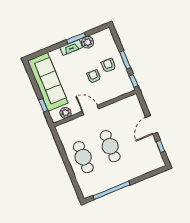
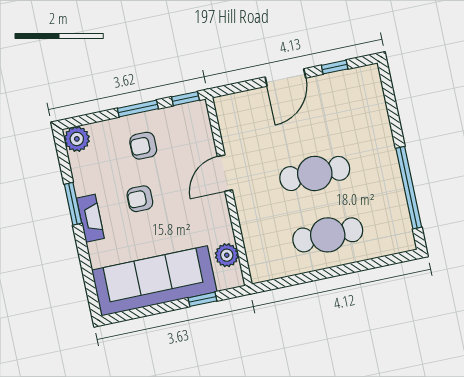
plant: (88, 42) -> (77, 139), moved
armchair: (94, 76) -> (140, 199), moved
door: (90, 110) -> (225, 173), moved
door: (152, 125) -> (285, 77), hinge flipped

